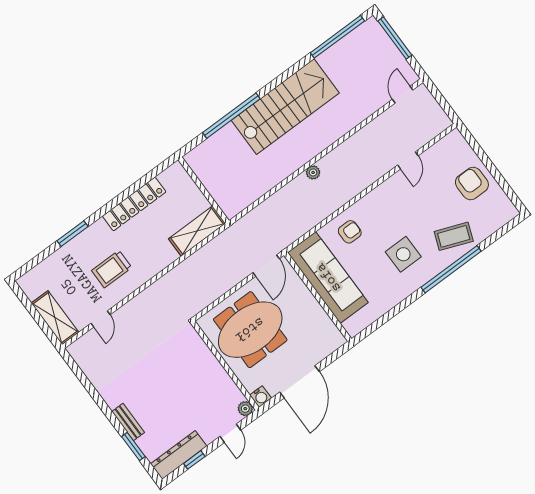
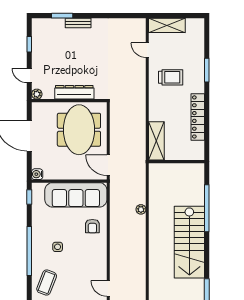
plant: (313, 172) -> (141, 209), moved
side table: (403, 254) -> (58, 247), width x0.54, depth x0.54
trolley: (112, 269) -> (171, 77), turned 90
window: (451, 269) -> (29, 251), moved
window: (370, 329) -> (29, 197), added
water cooler: (261, 397) -> (37, 174), moved
dresser: (179, 455) -> (74, 92), moved, turned -90

